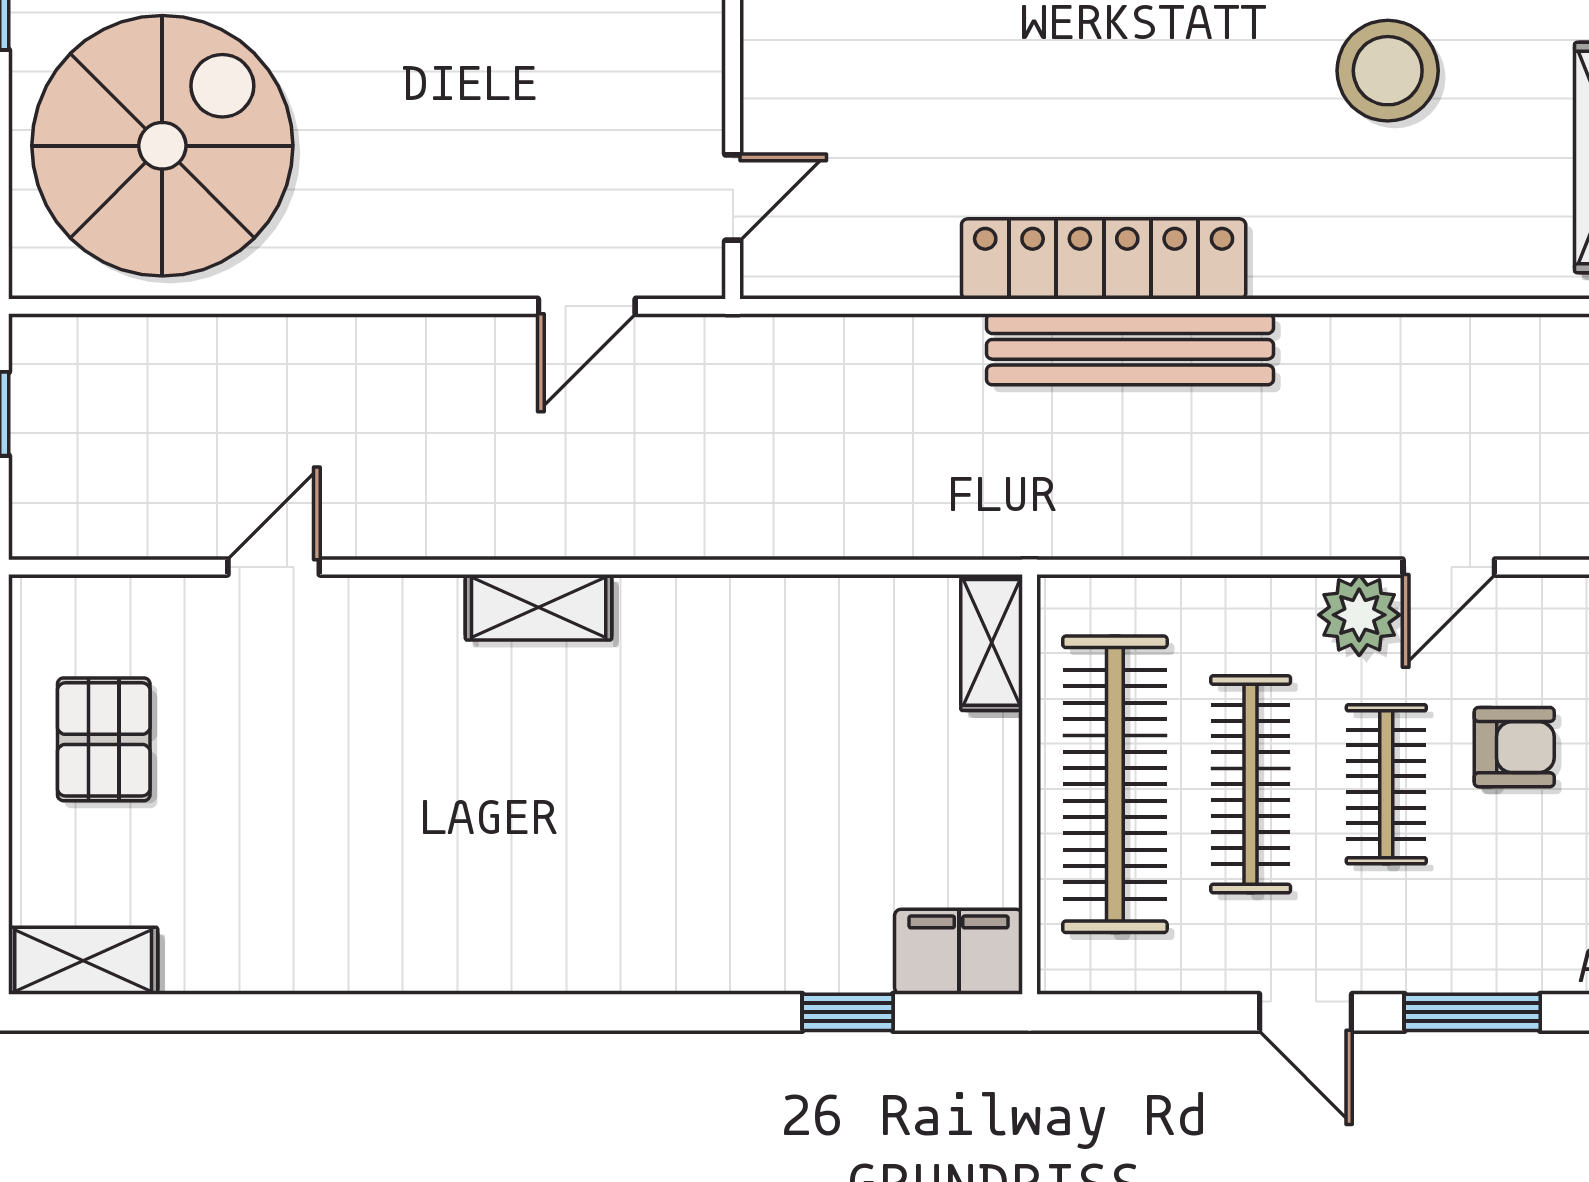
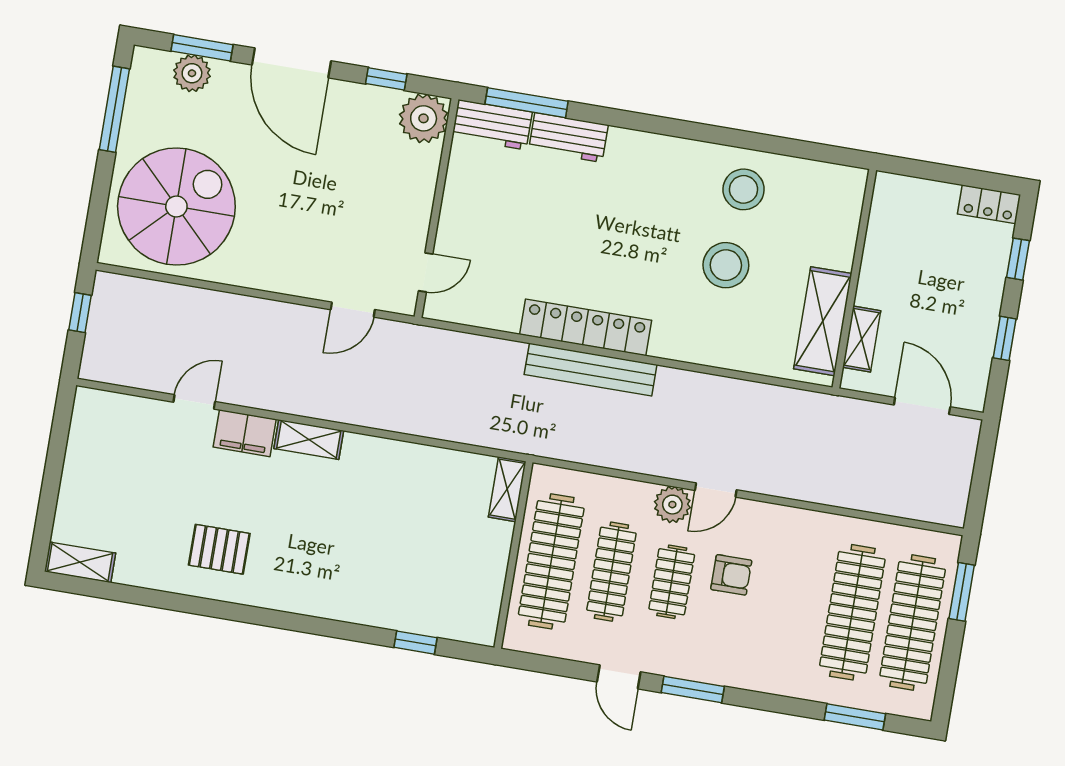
pallet: (104, 739) -> (219, 549), moved, turned 90
filing cabinet: (959, 952) -> (245, 433), moved, turned 180

